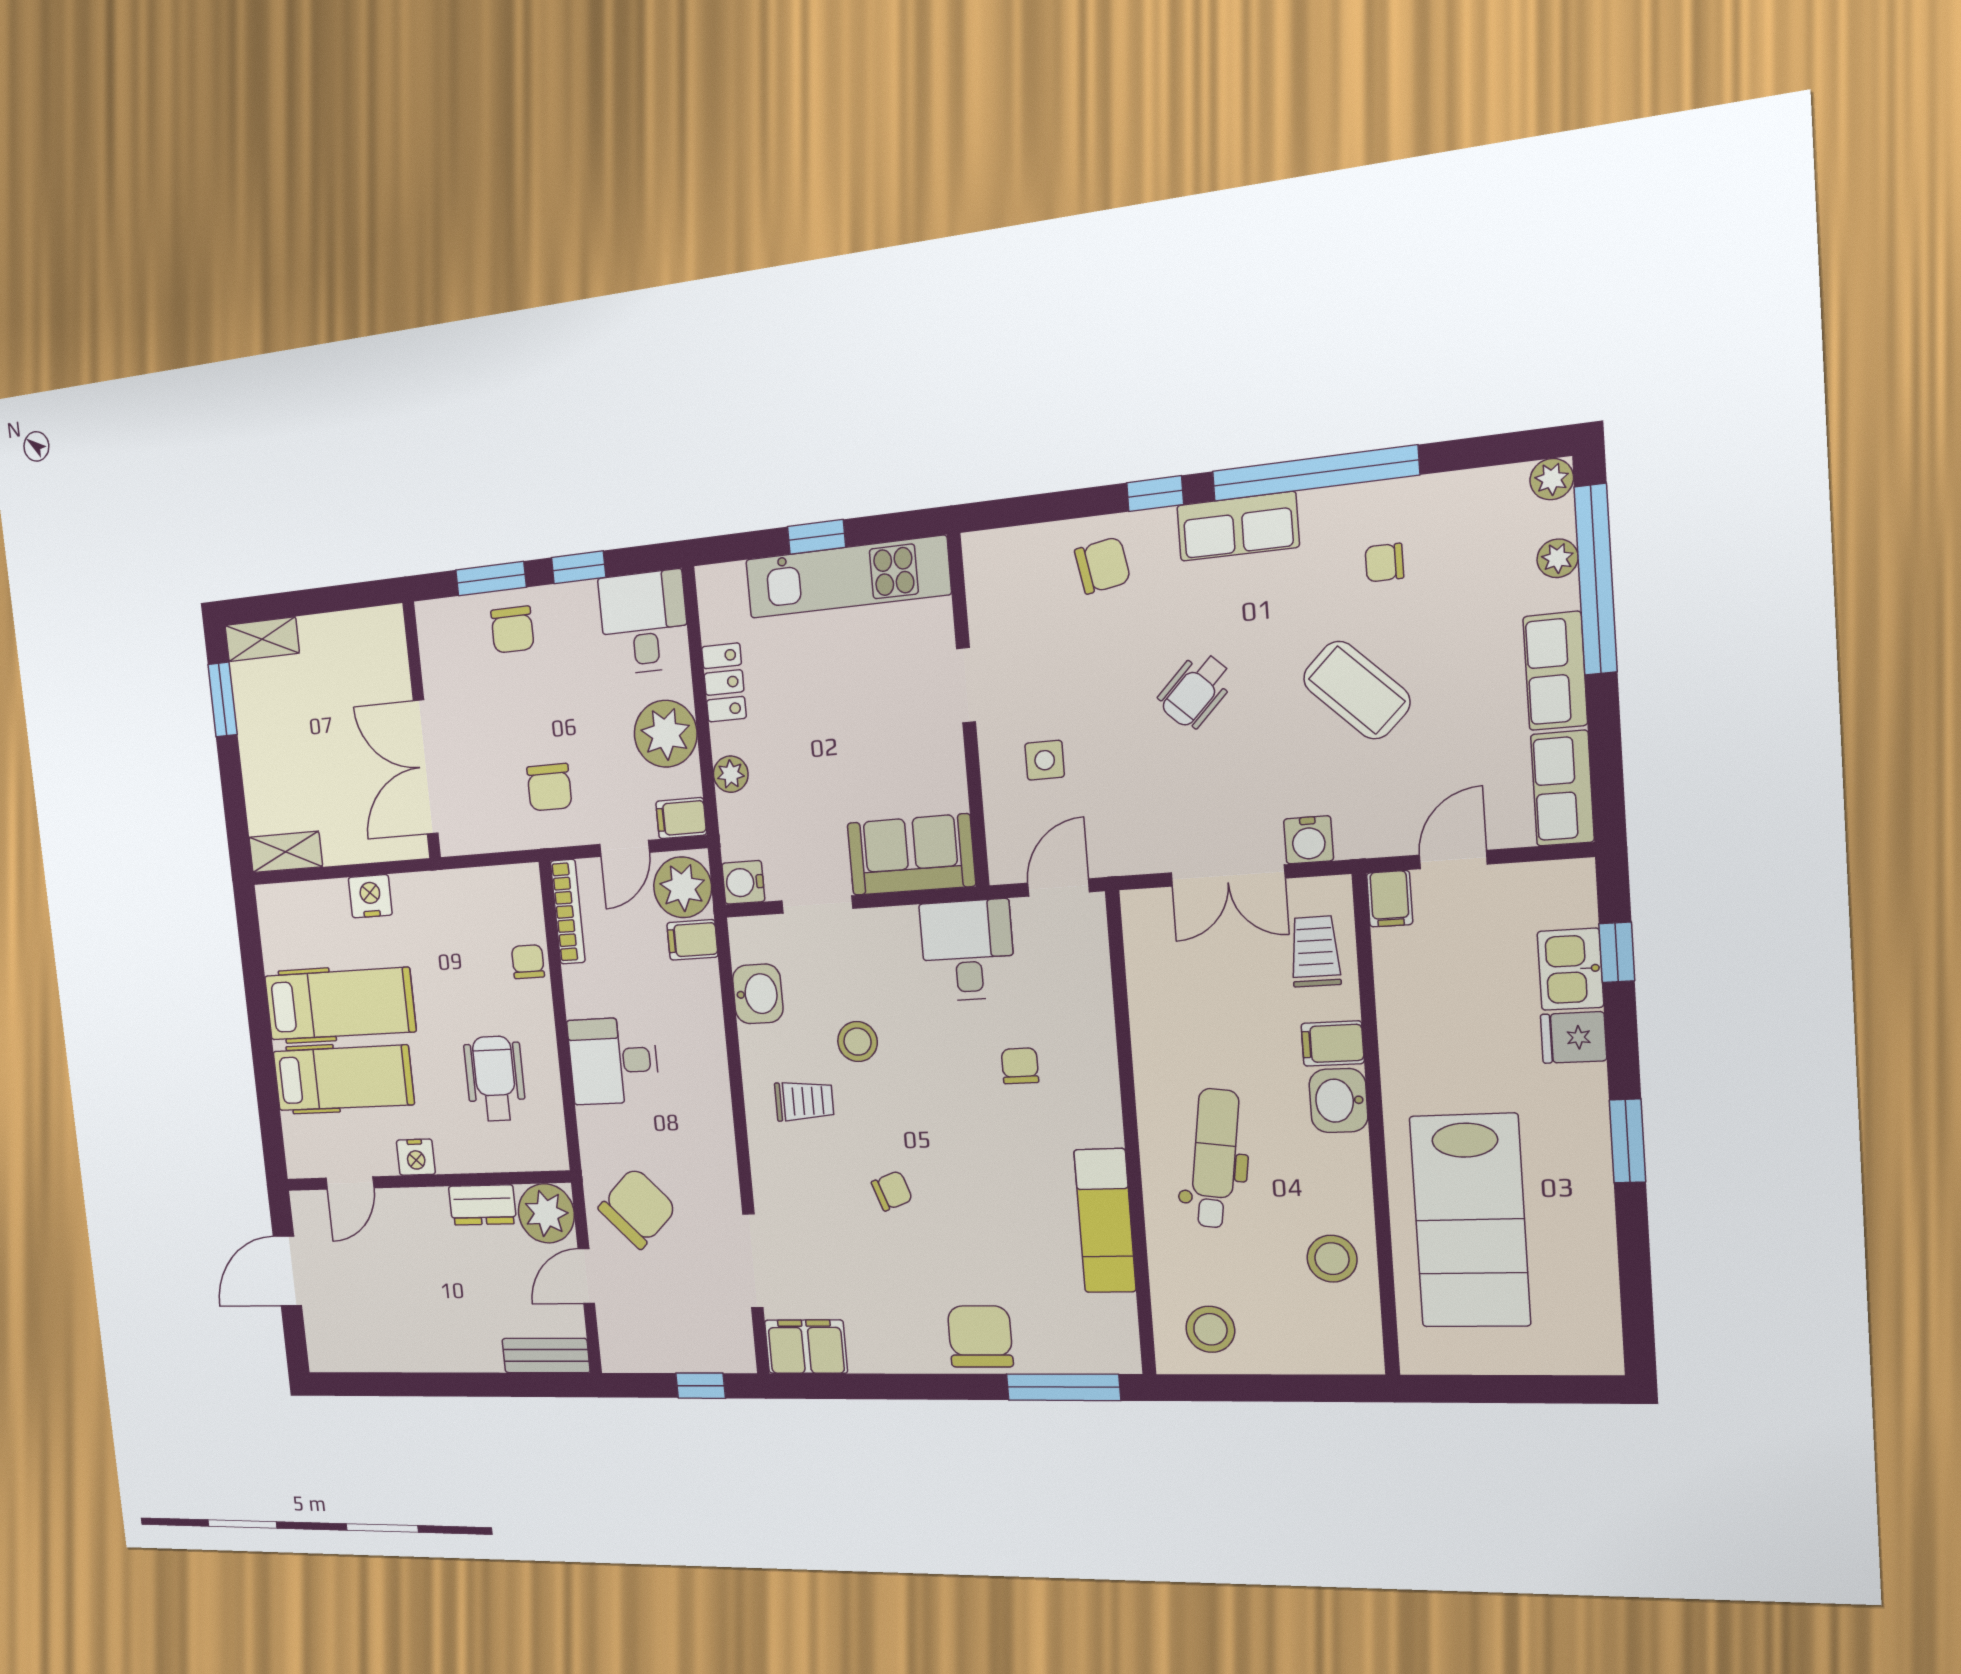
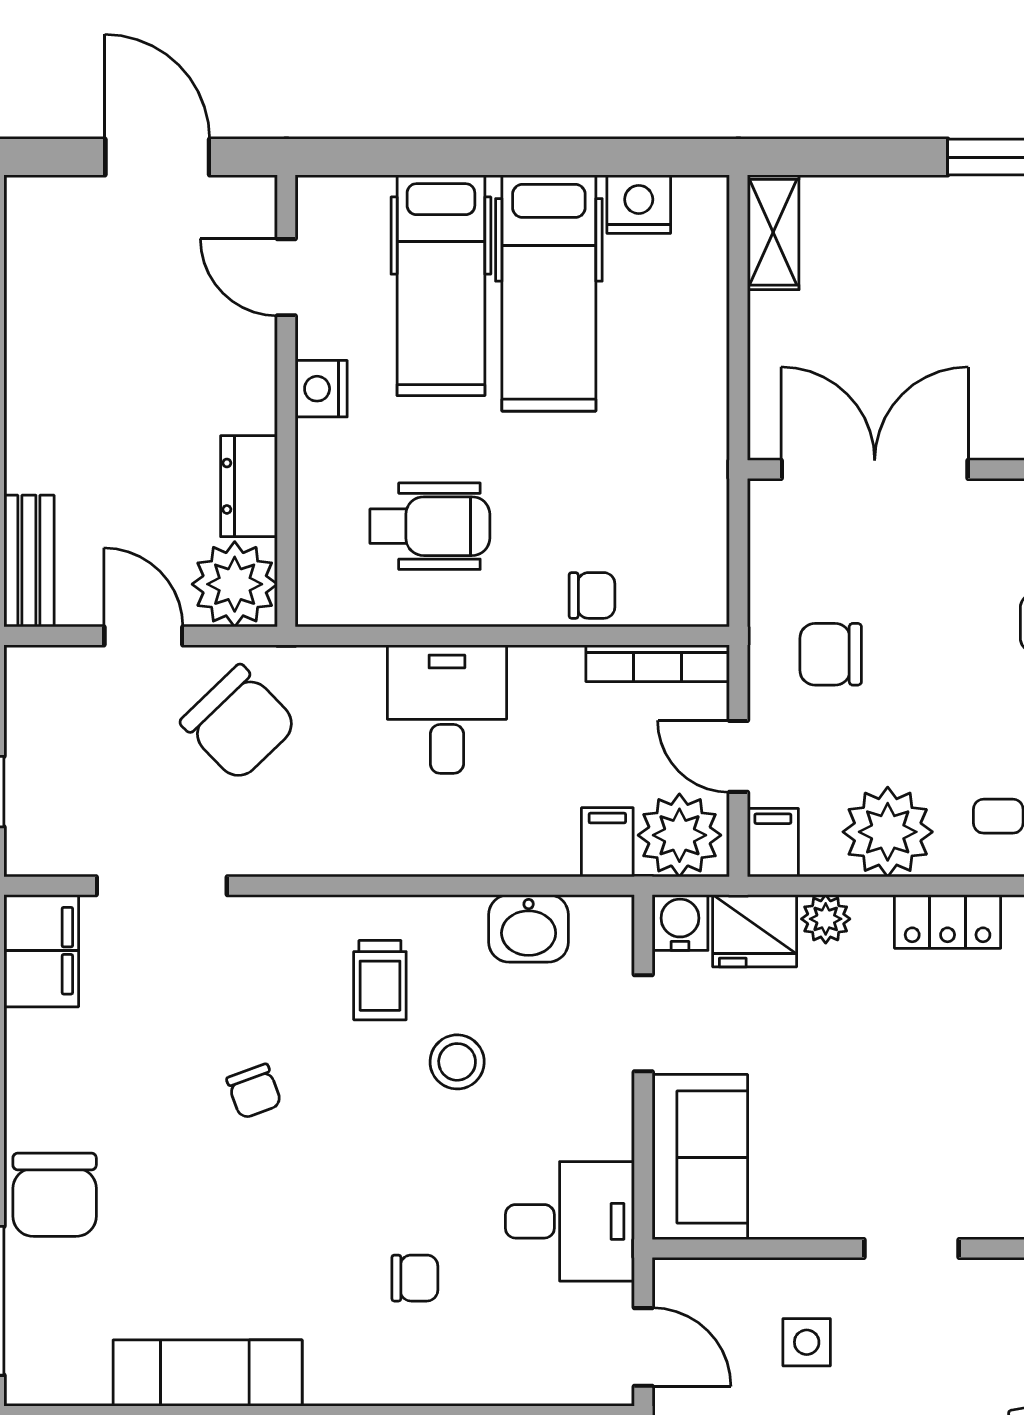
fridge: (744, 826) -> (755, 931), added
nightstand: (370, 896) -> (639, 204), moved, turned -90
chair: (980, 1336) -> (55, 1195), turned 90

